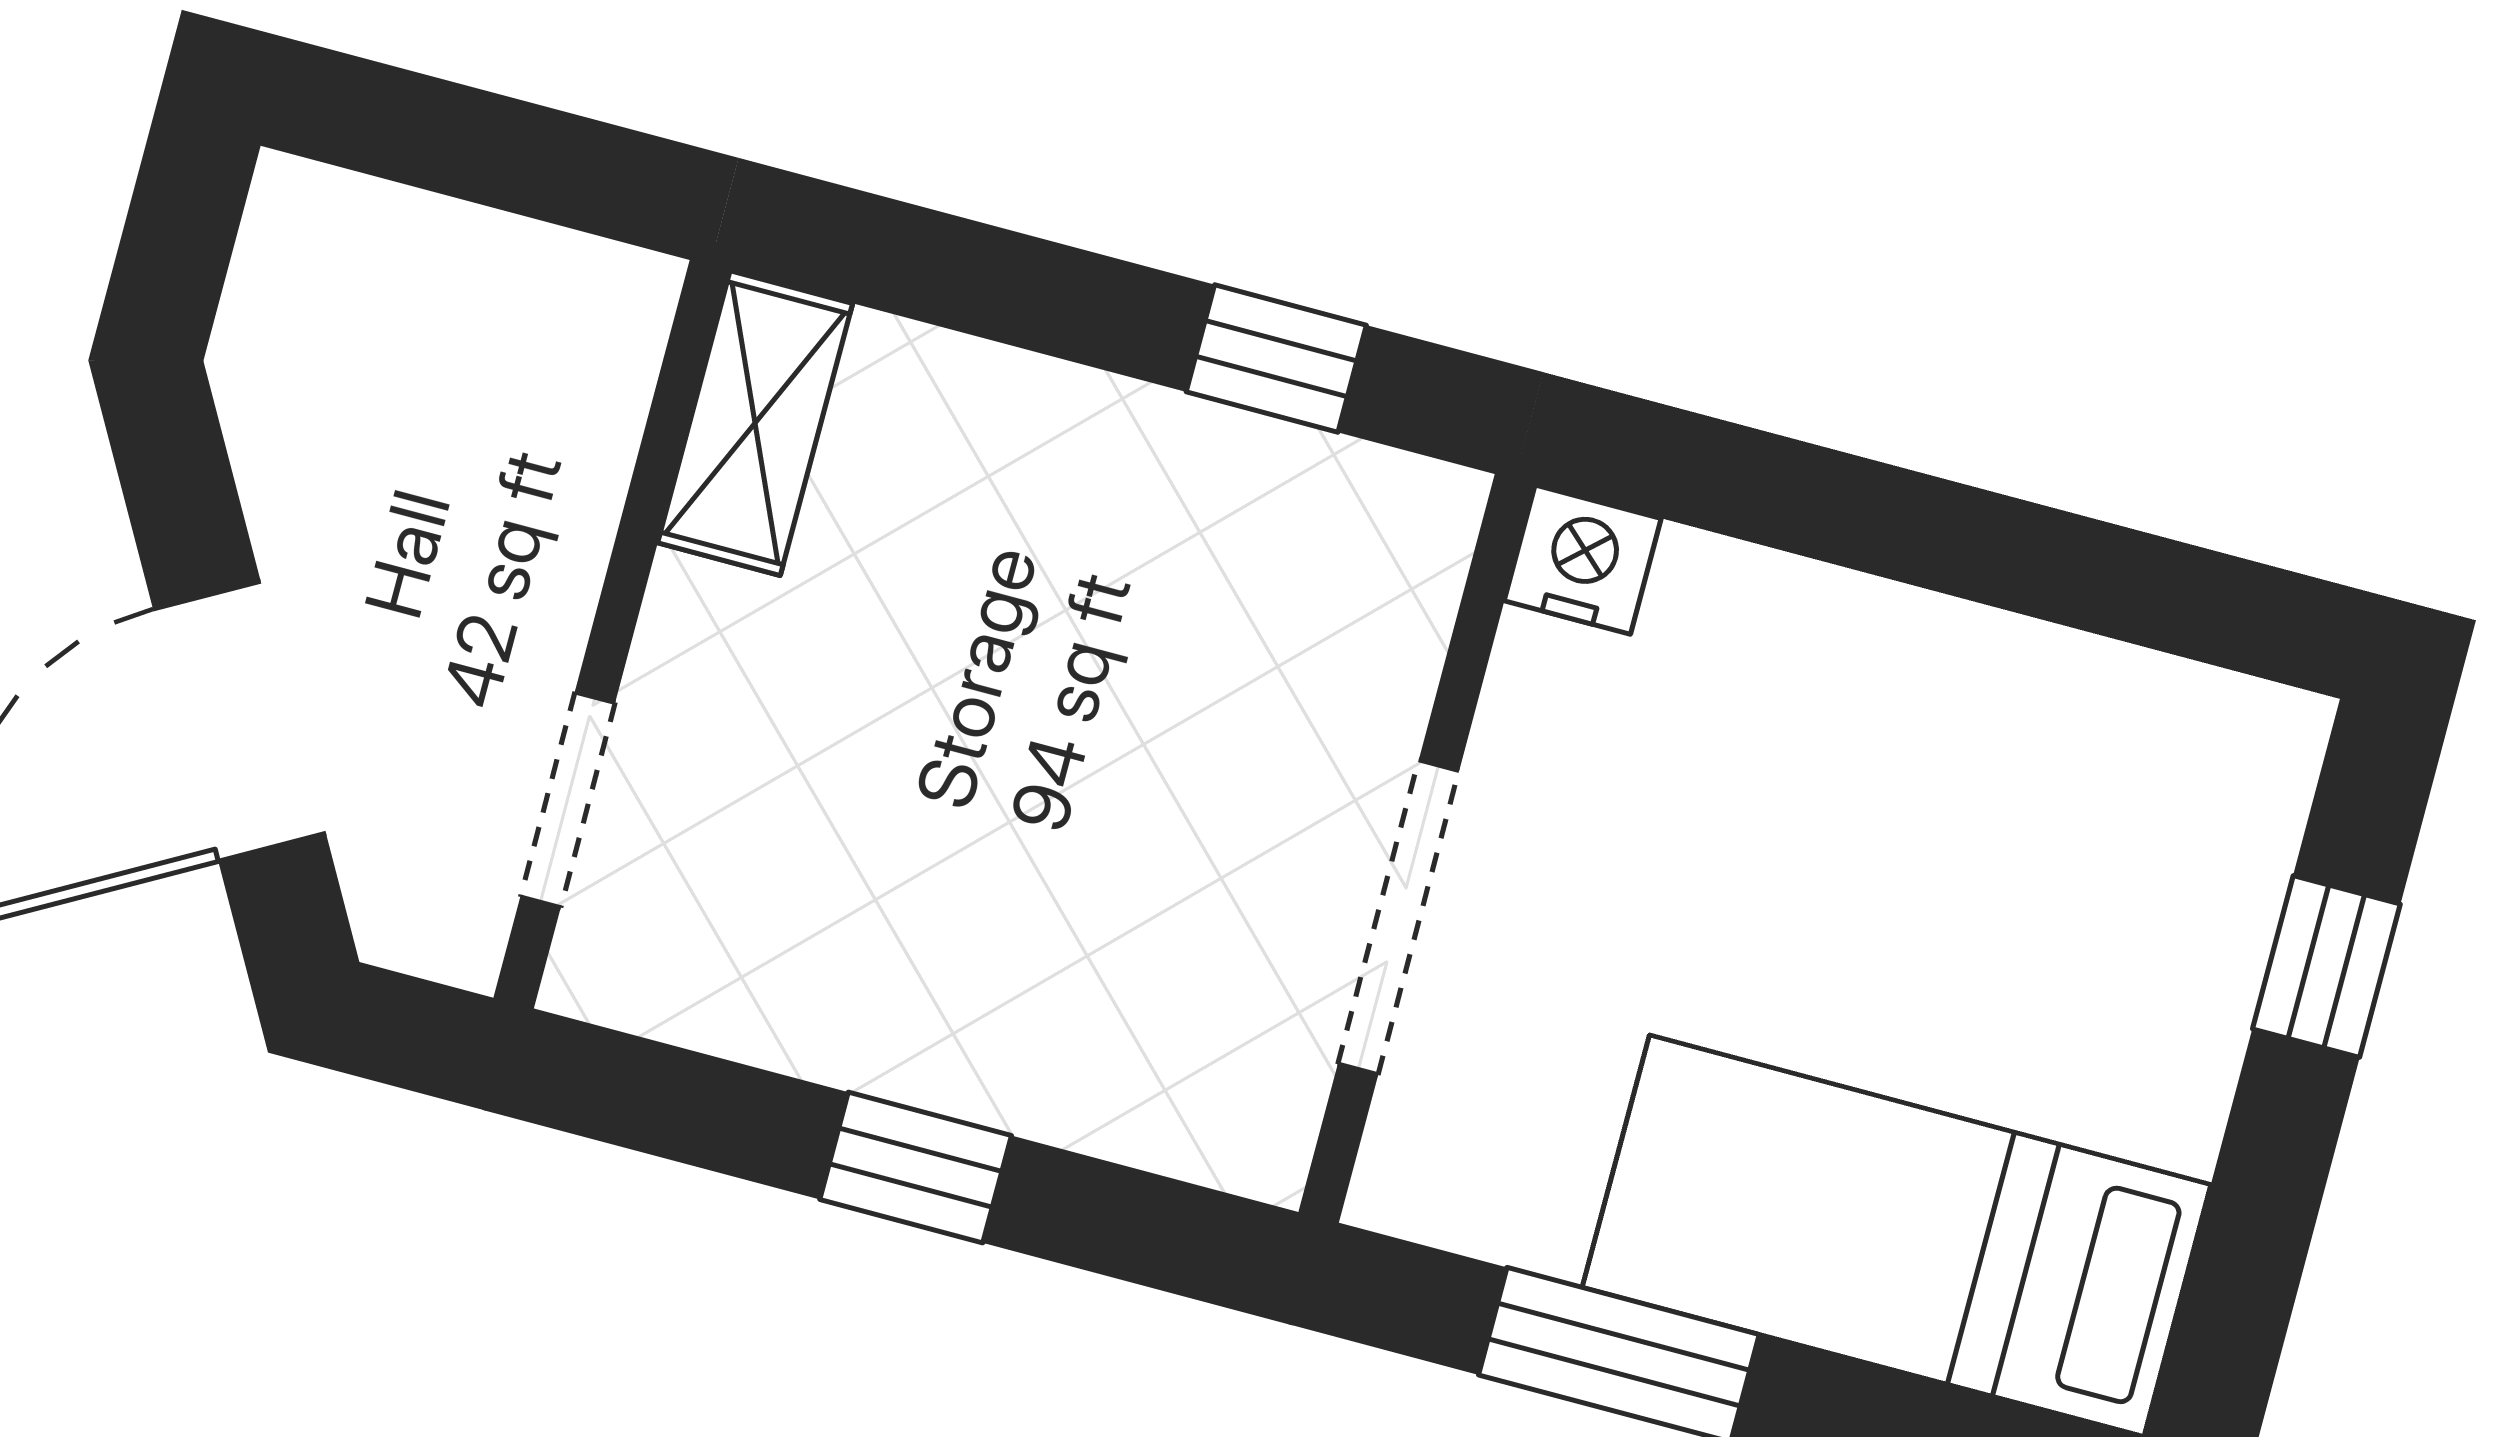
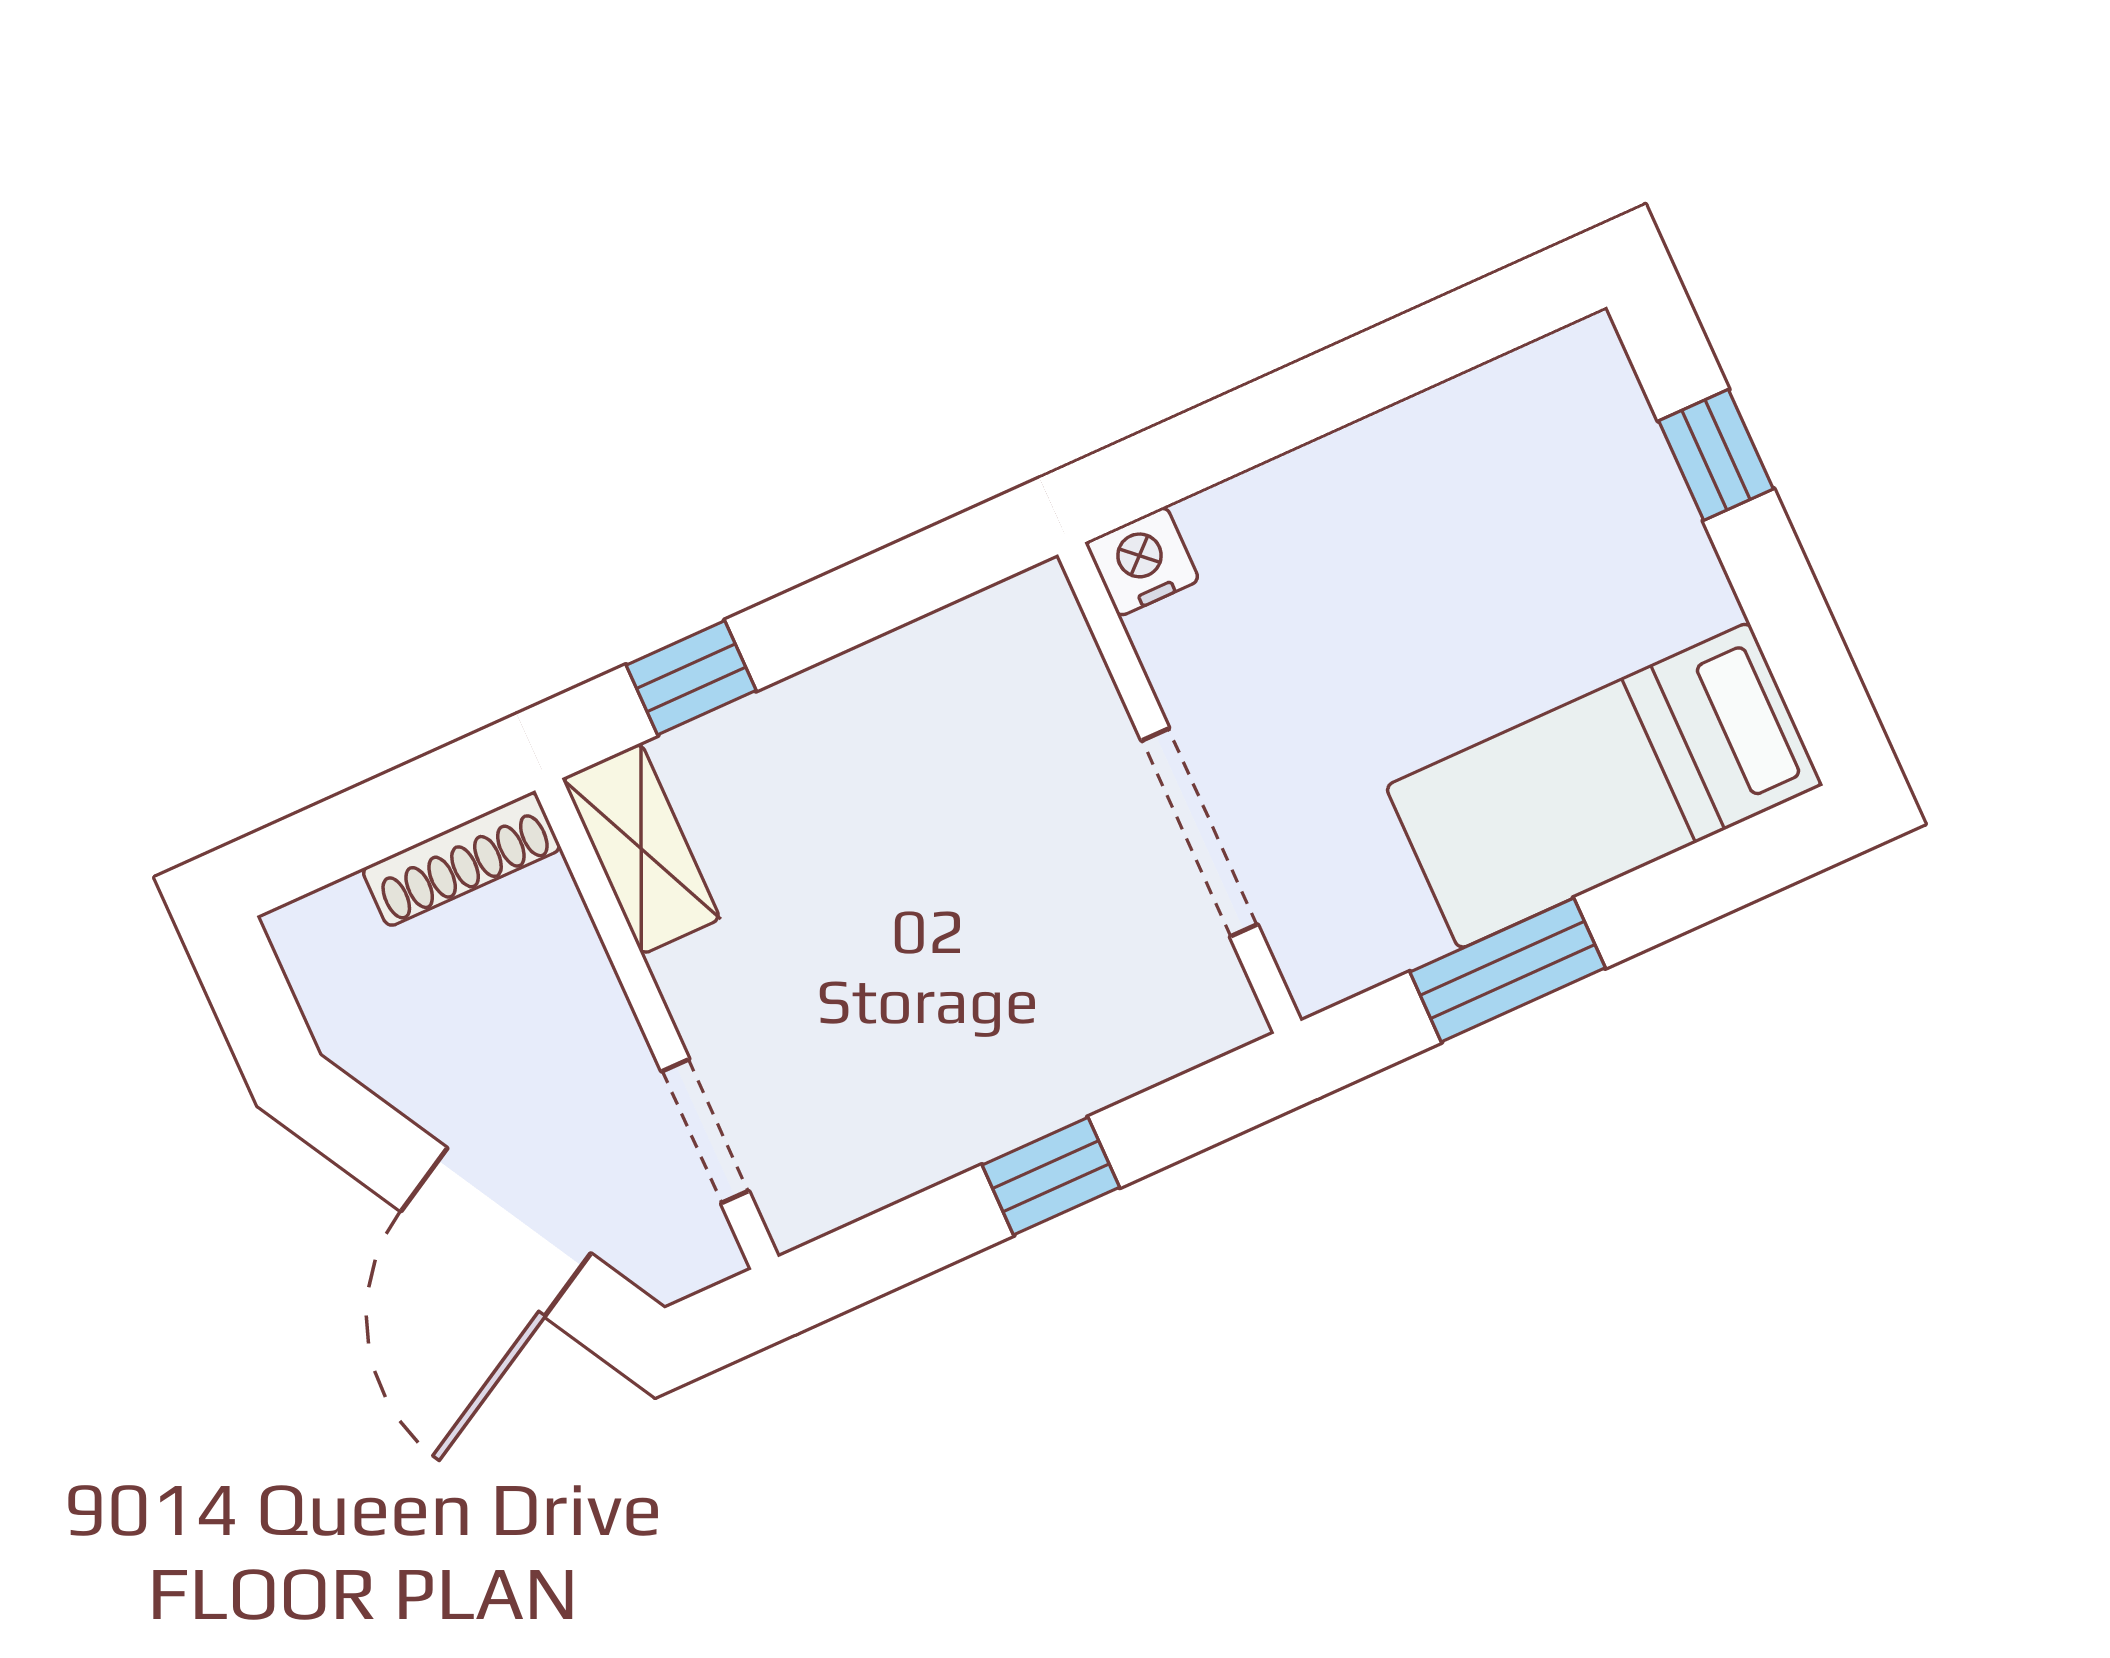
shoe rack: (543, 270) -> (462, 859), added
window: (1276, 359) -> (691, 678), moved

